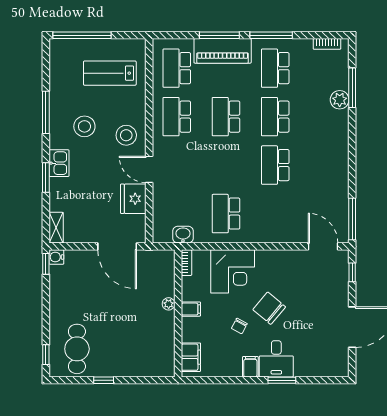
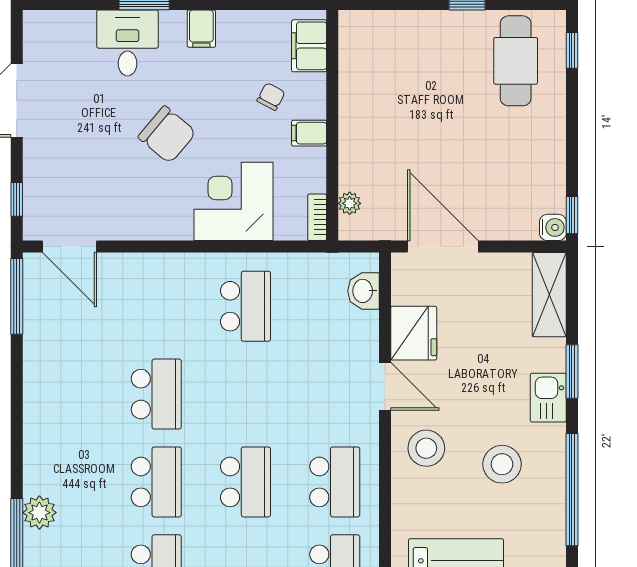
window: (46, 112) -> (572, 490), width x1.46
shelving: (56, 228) -> (549, 295), width x1.50, depth x1.33
washbasin: (183, 235) -> (364, 291), moved, turned 90
plant: (169, 304) -> (350, 203), moved
chair: (239, 326) -> (271, 96), moved
desk: (276, 359) -> (128, 43), moved

